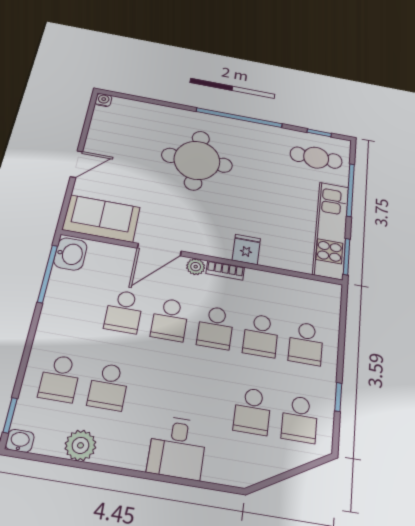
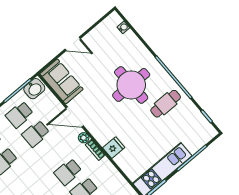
water cooler: (103, 100) -> (123, 27), moved
cafe table: (316, 158) -> (166, 104), moved, turned 90
school desk: (170, 320) -> (19, 115), moved

